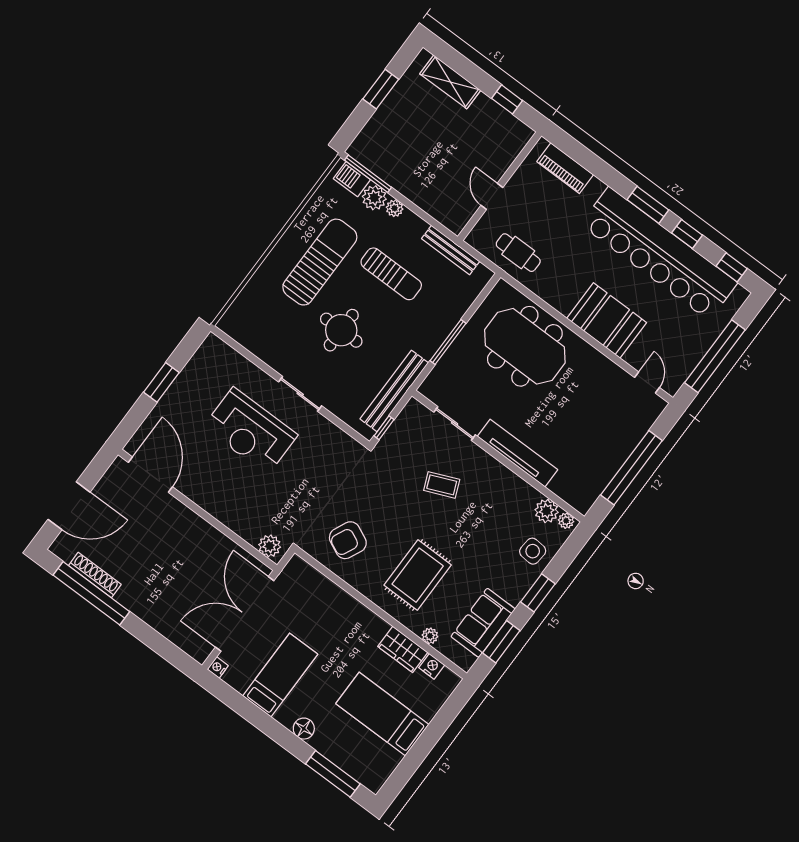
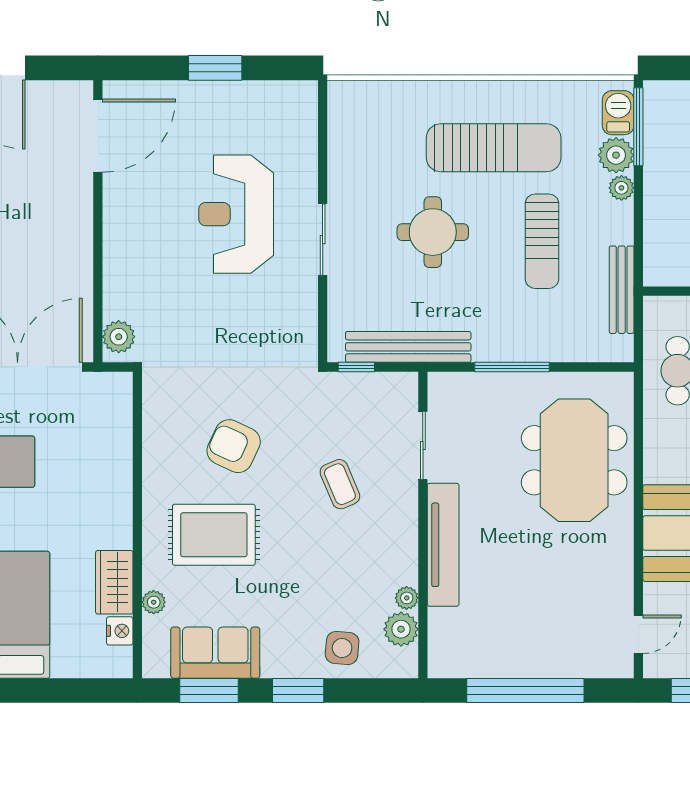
plant: (566, 521) -> (407, 598), moved
armchair: (348, 540) -> (234, 446), moved

